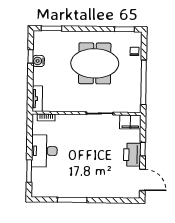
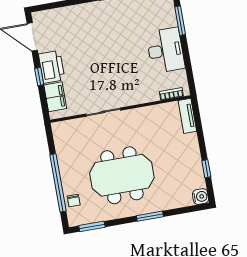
window: (51, 28) -> (150, 216), moved
water cooler: (39, 61) -> (201, 197), moved
window: (144, 82) -> (58, 183), moved
filing cabinet: (130, 122) -> (55, 97), moved, turned 90

